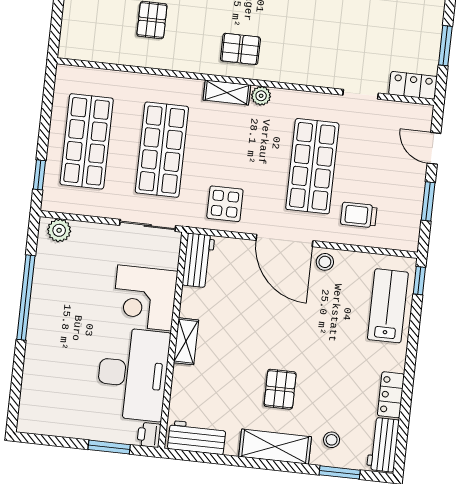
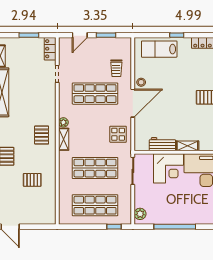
workbench: (198, 260) -> (162, 144), moved
window: (419, 281) -> (177, 35), moved

